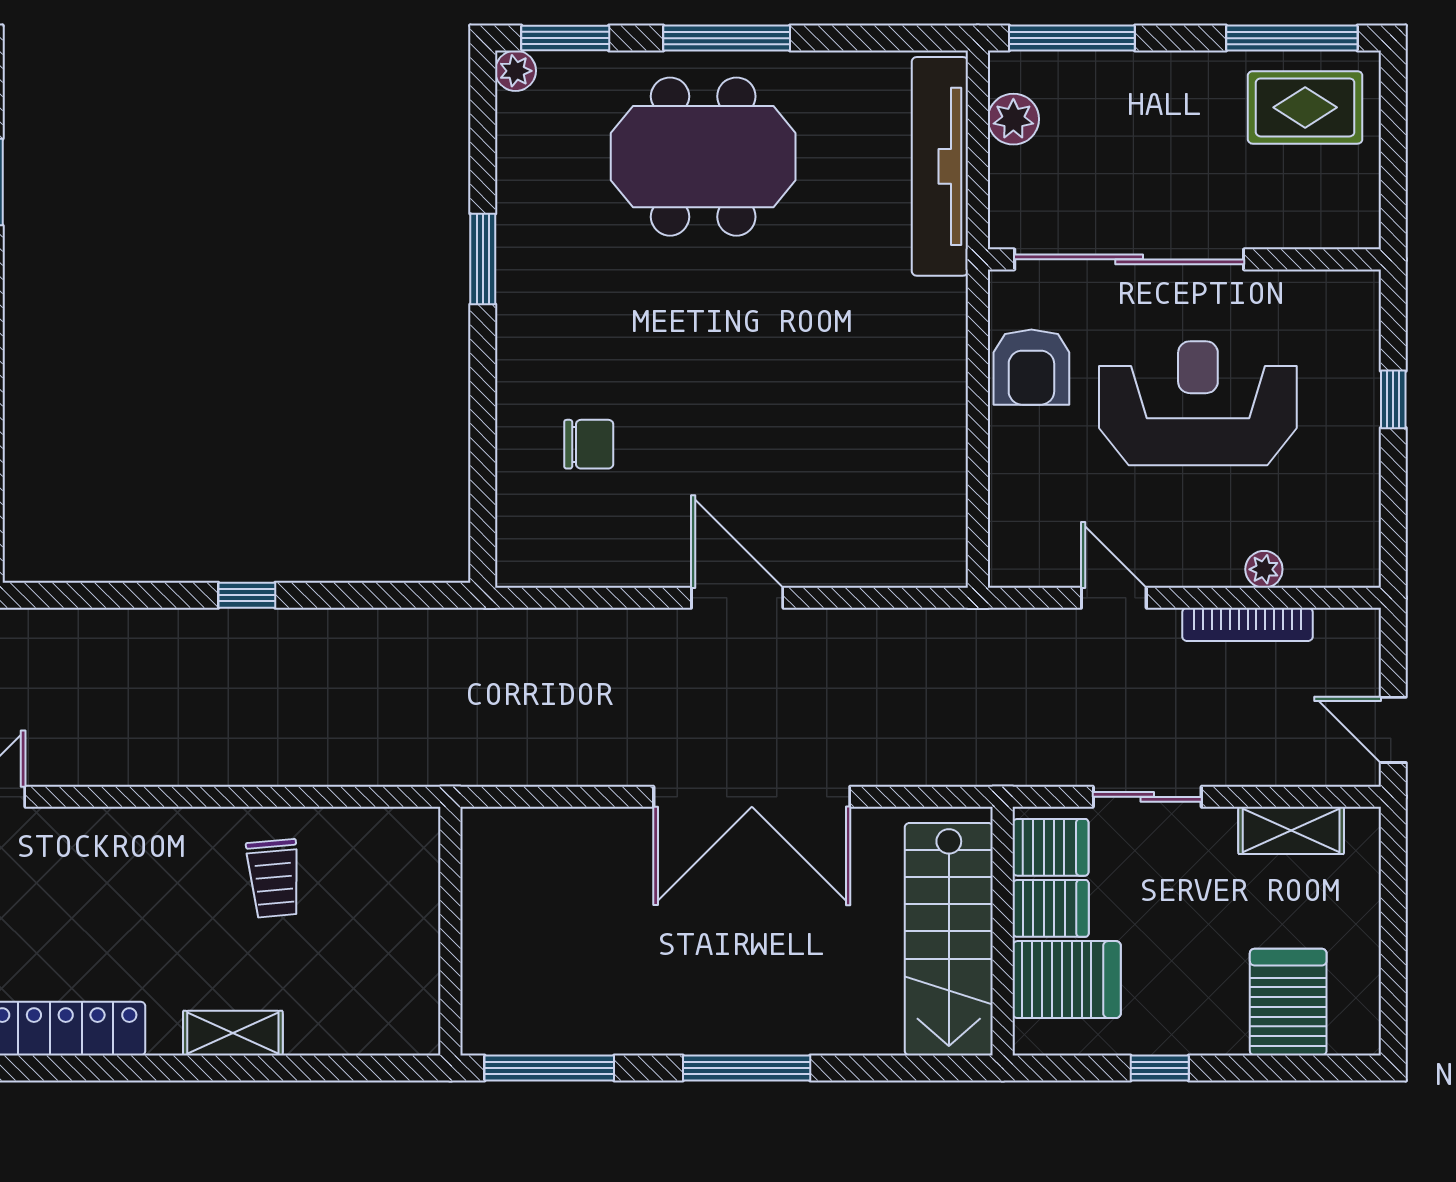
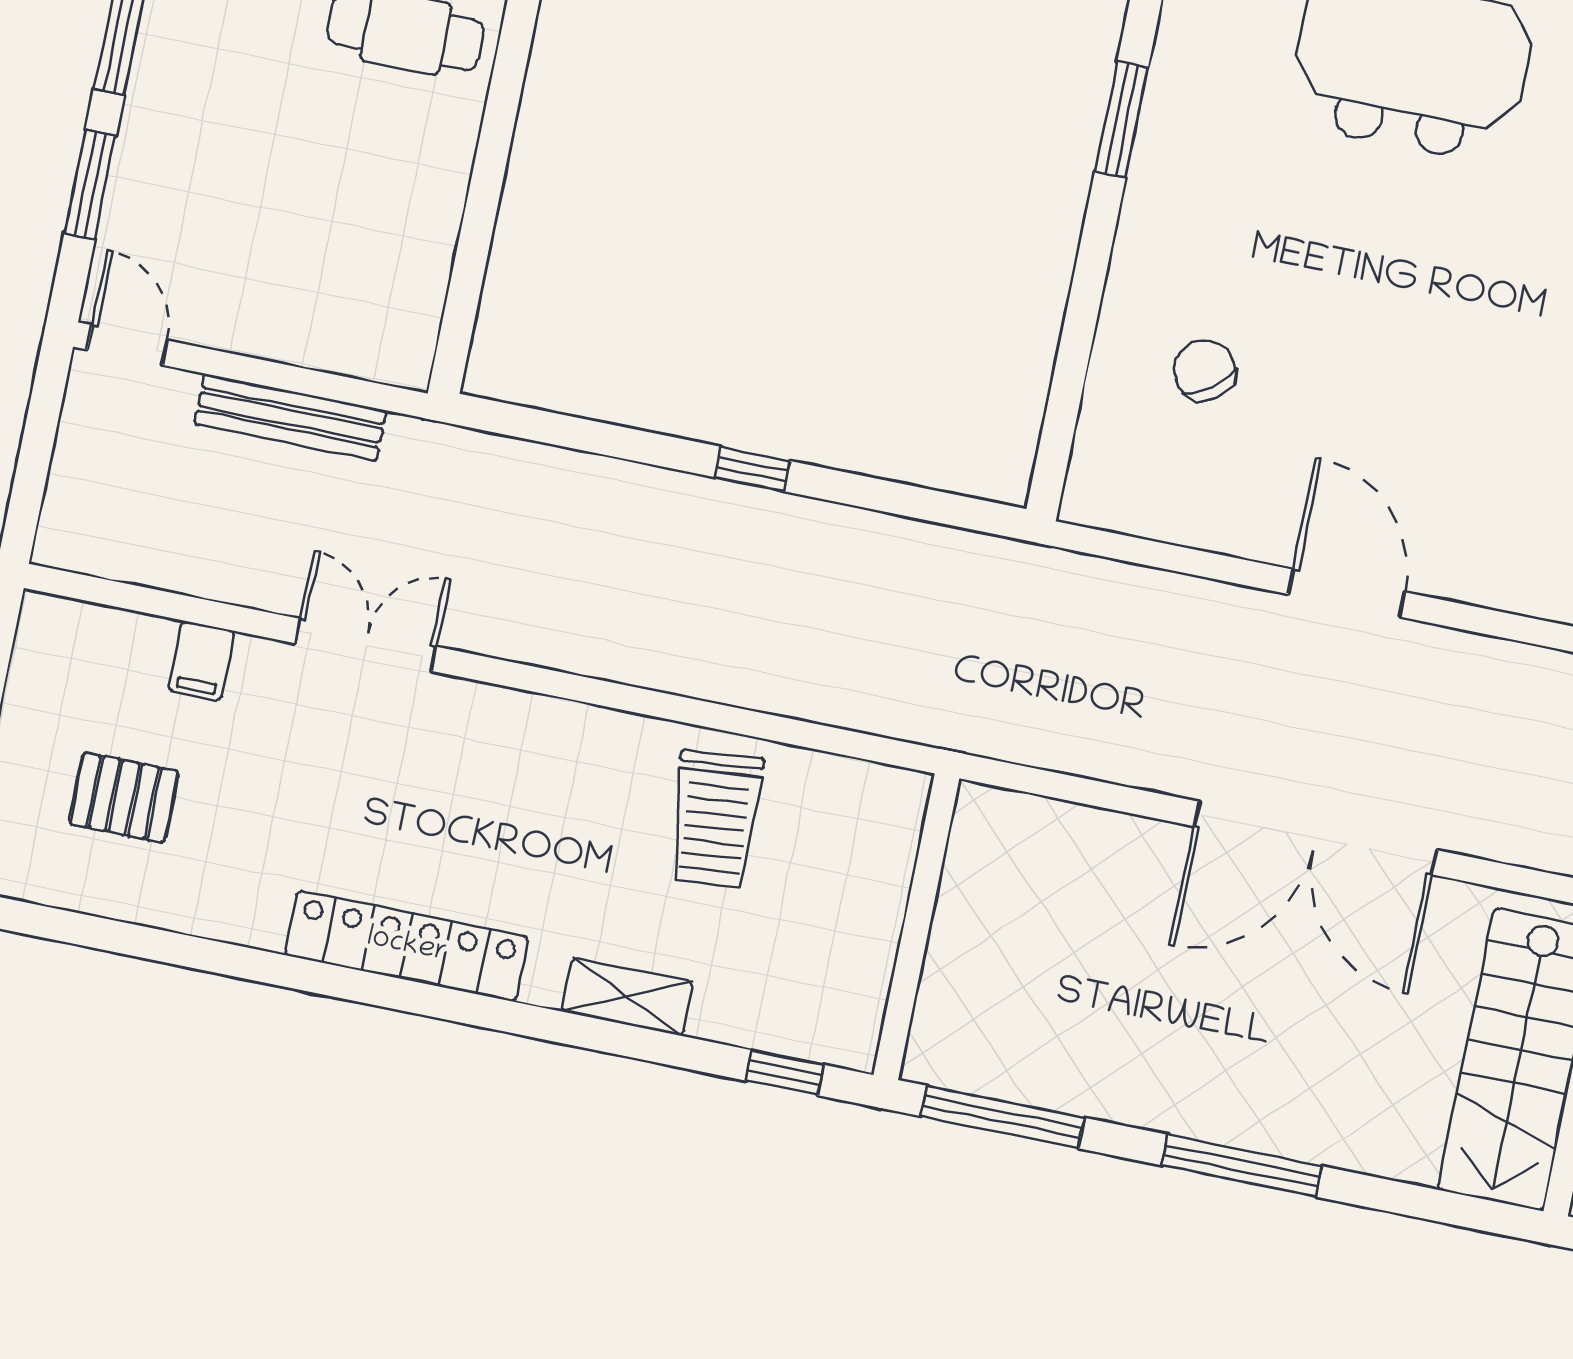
chair: (589, 444) -> (1204, 370), turned -126
trolley: (274, 878) -> (715, 819), width x1.36, depth x1.39
window: (370, 1068) -> (785, 1073), added

